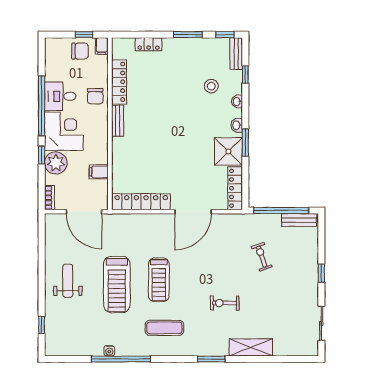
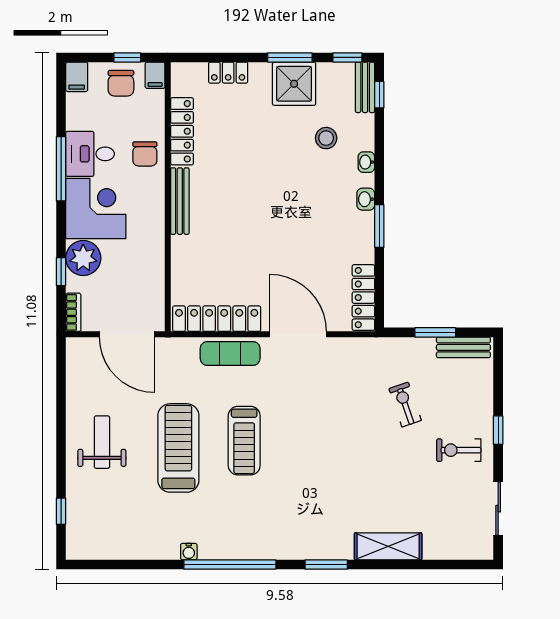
chair: (80, 51) -> (121, 83), turned 90
window: (245, 75) -> (379, 95), moved
window: (42, 106) -> (61, 169), width x0.68
bench: (118, 121) -> (180, 201), width x1.36
shower: (228, 151) -> (294, 84), moved
window: (42, 155) -> (61, 272), moved
filing cabinet: (99, 172) -> (77, 77), moved, turned -90
window: (281, 211) -> (435, 332), width x0.47
door: (193, 212) -> (298, 334), swing flipped
treadmill: (117, 284) -> (178, 448), turned 180
exercise bike: (225, 303) -> (459, 450), moved
exercise mat: (164, 328) -> (230, 353), moved
water cooler: (109, 351) -> (189, 552), moved
window: (121, 359) -> (230, 564), moved

